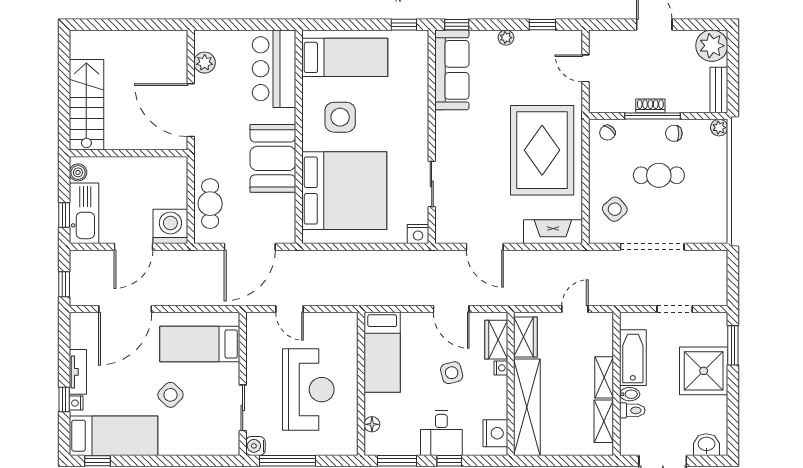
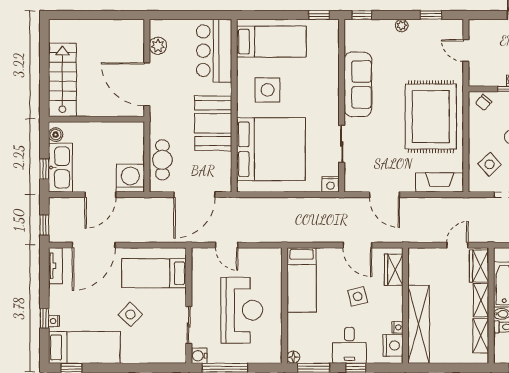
sofa: (452, 70) -> (358, 84), moved
wardrobe: (525, 337) -> (479, 266), moved, turned 180
nightstand: (501, 368) -> (397, 327), moved
tv unit: (78, 372) -> (55, 266), moved
floor lamp: (372, 424) -> (293, 357), moved

